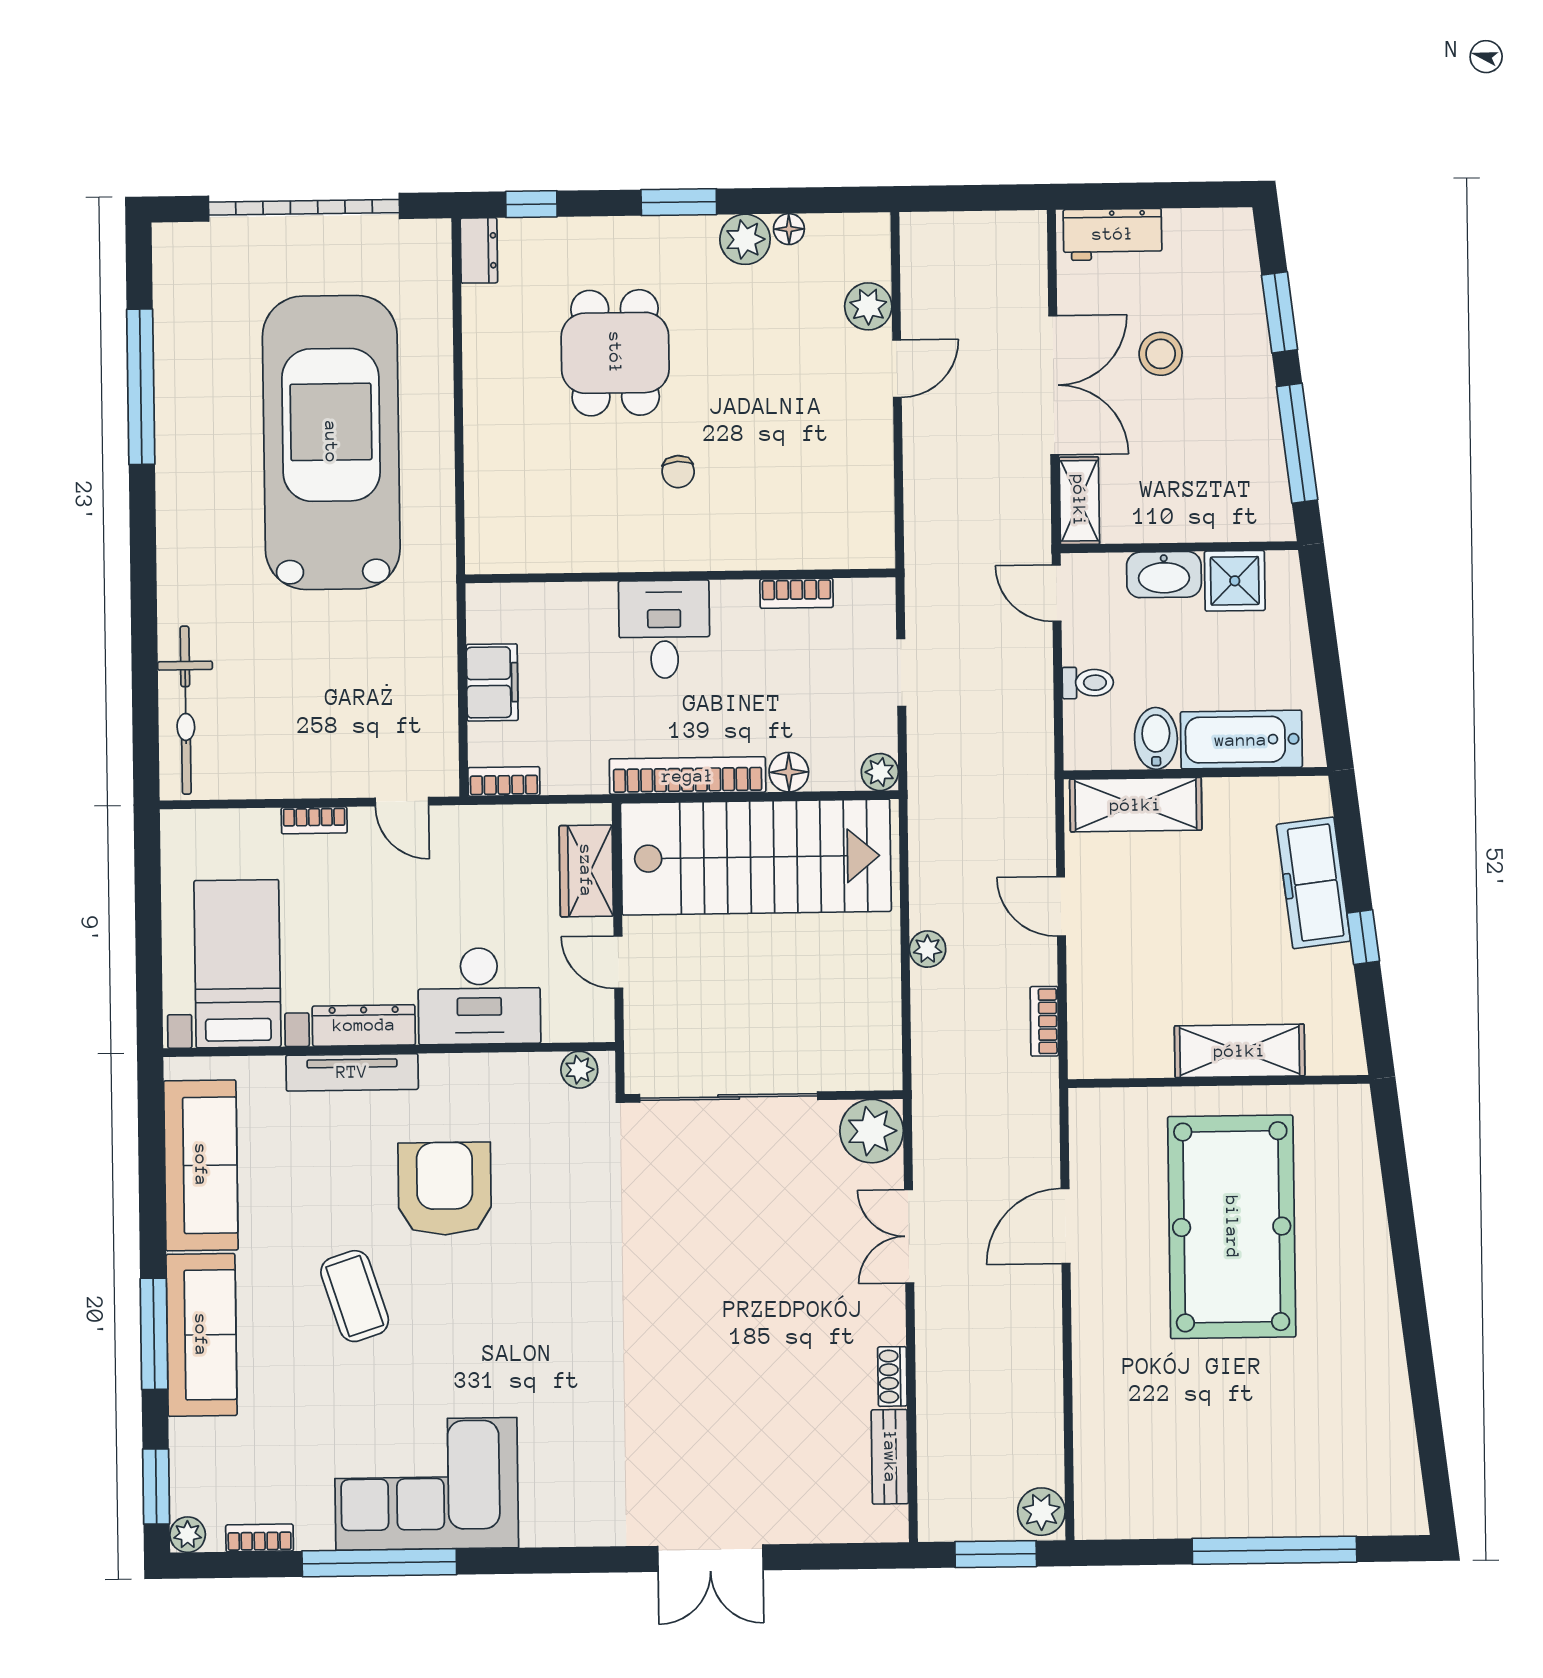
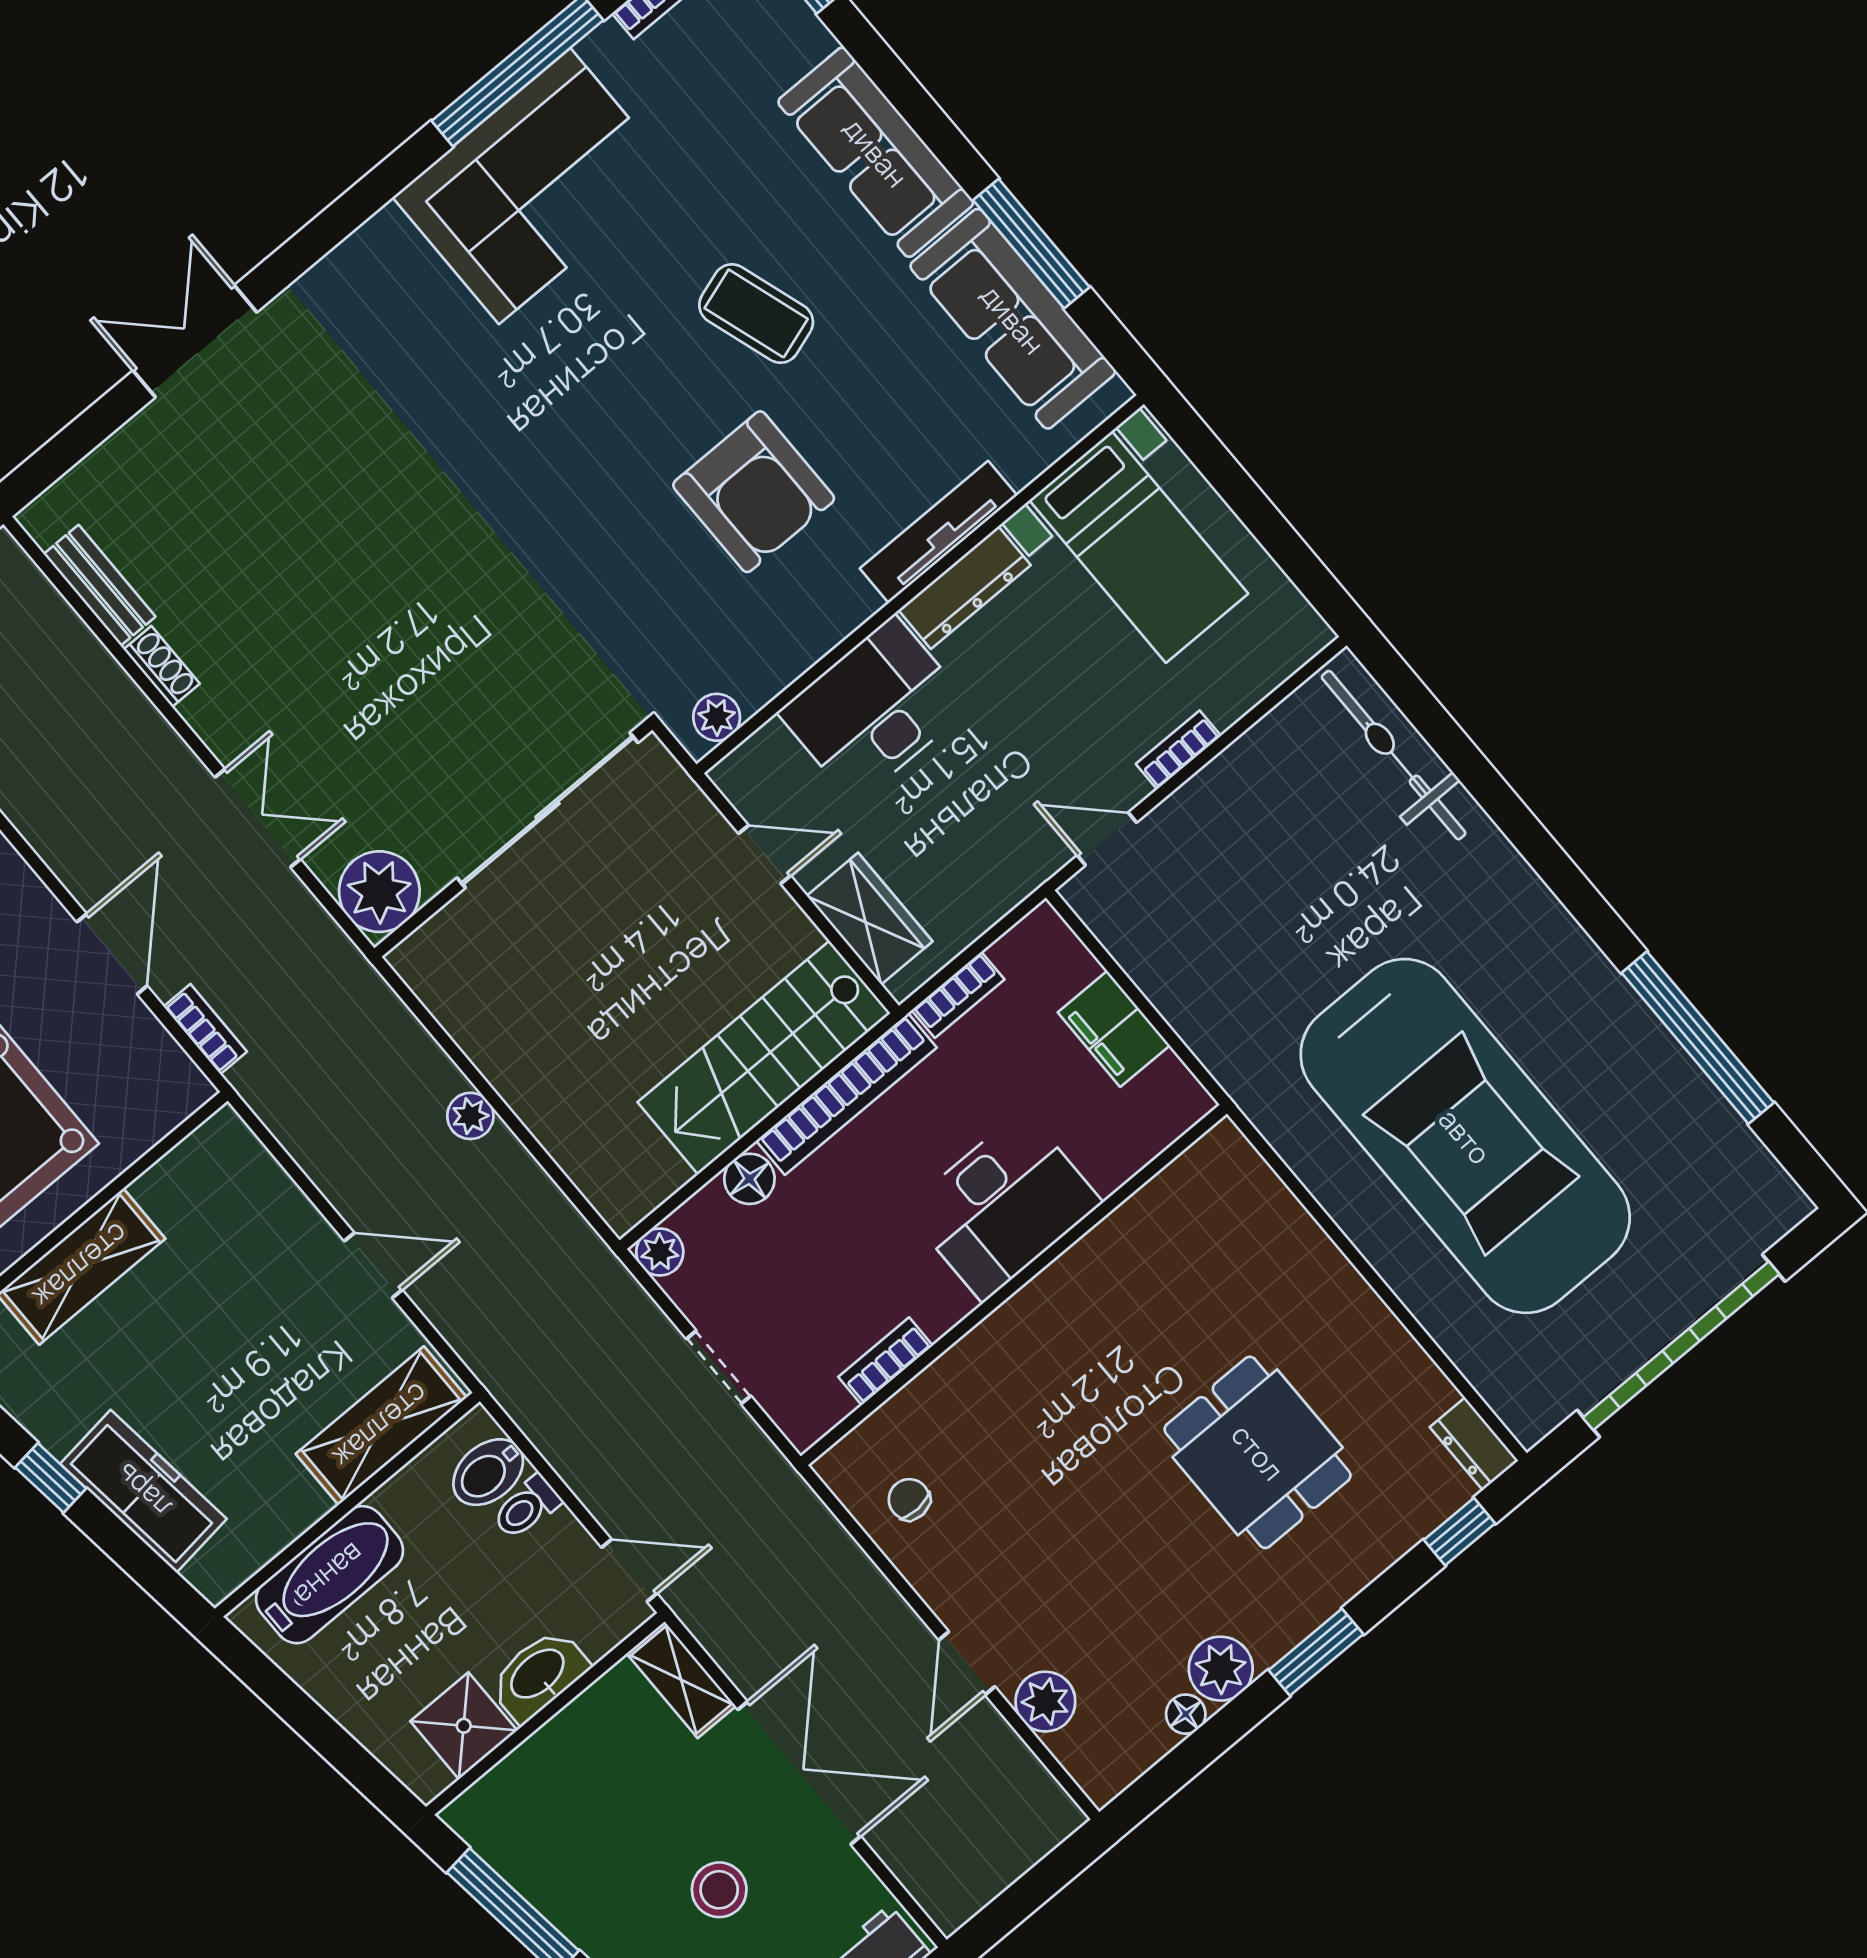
double door: (1054, 385) -> (799, 1773), swing flipped
chair: (678, 472) -> (909, 1499), moved
desk: (664, 629) -> (1003, 1206), width x1.37
bidet: (1156, 738) -> (488, 1472), moved, turned 90
bookcase: (504, 781) -> (958, 995), moved
stairs: (756, 857) -> (764, 1058), width x0.73, depth x0.66
bookcase: (1044, 1021) -> (205, 1029), moved
window: (154, 1334) -> (1031, 244), moved

